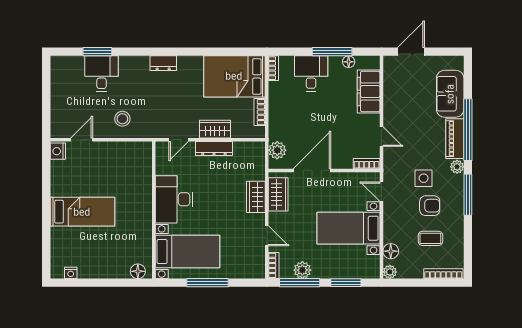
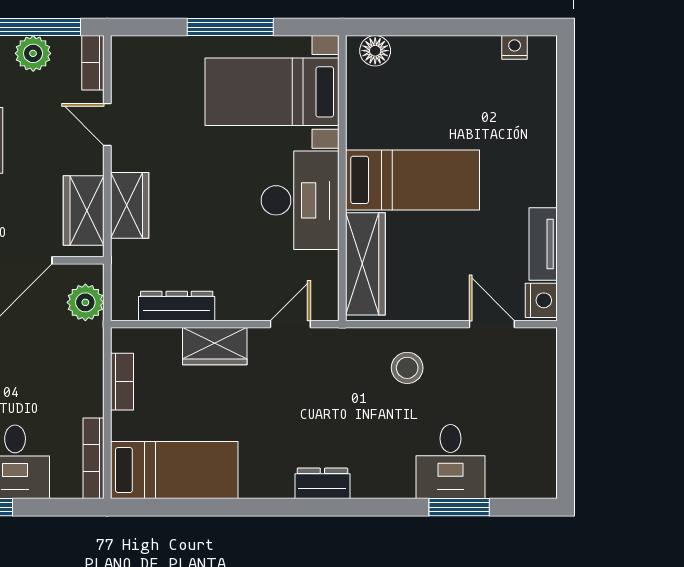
bookcase: (273, 68) -> (93, 458), width x1.56
bed: (234, 76) -> (174, 470), width x0.67
door: (82, 140) -> (492, 324), swing flipped
dresser: (214, 149) -> (177, 306), moved
wardrobe: (143, 169) -> (365, 264), added
tv unit: (57, 178) -> (543, 244), added
bed: (82, 212) -> (413, 180), moved, turned 180

